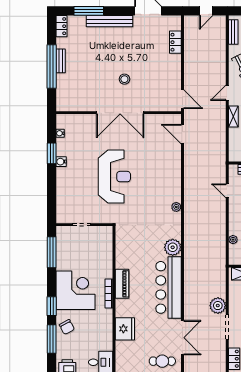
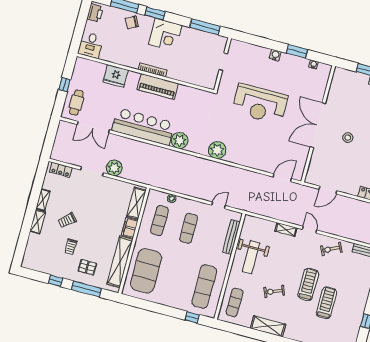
door: (182, 99) -> (328, 190), moved
water cooler: (61, 162) -> (275, 55), moved
plant: (176, 207) -> (217, 150), width x1.88, depth x1.88
piano: (122, 284) -> (158, 86), width x1.37, depth x1.33
corner desk: (76, 290) -> (165, 35), width x0.74, depth x0.74

